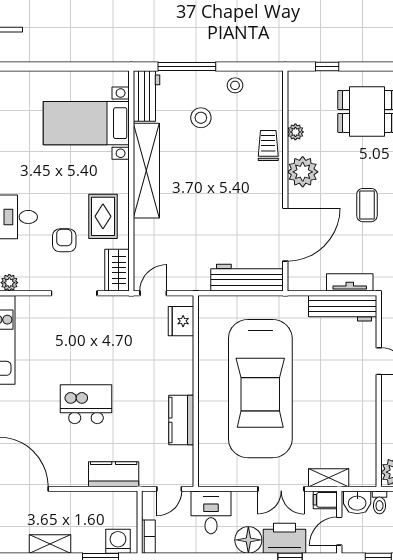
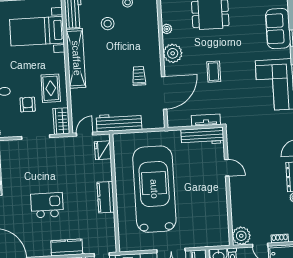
trolley: (268, 145) -> (139, 76), moved
workbench: (247, 278) -> (119, 122), moved
car: (260, 389) -> (154, 189), turned 180
kitchen counter: (181, 420) -> (106, 197), moved
shelving: (329, 478) -> (200, 242), removed

